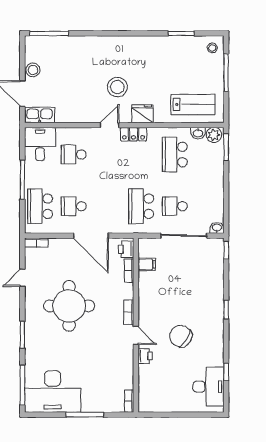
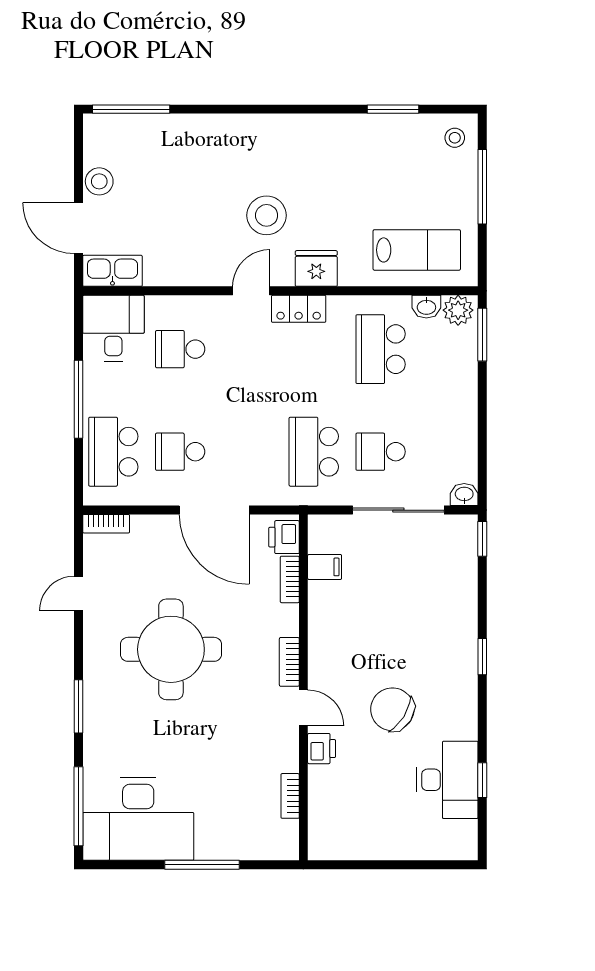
desk: (209, 387) -> (447, 780), moved
bookcase: (129, 401) -> (290, 796), moved

